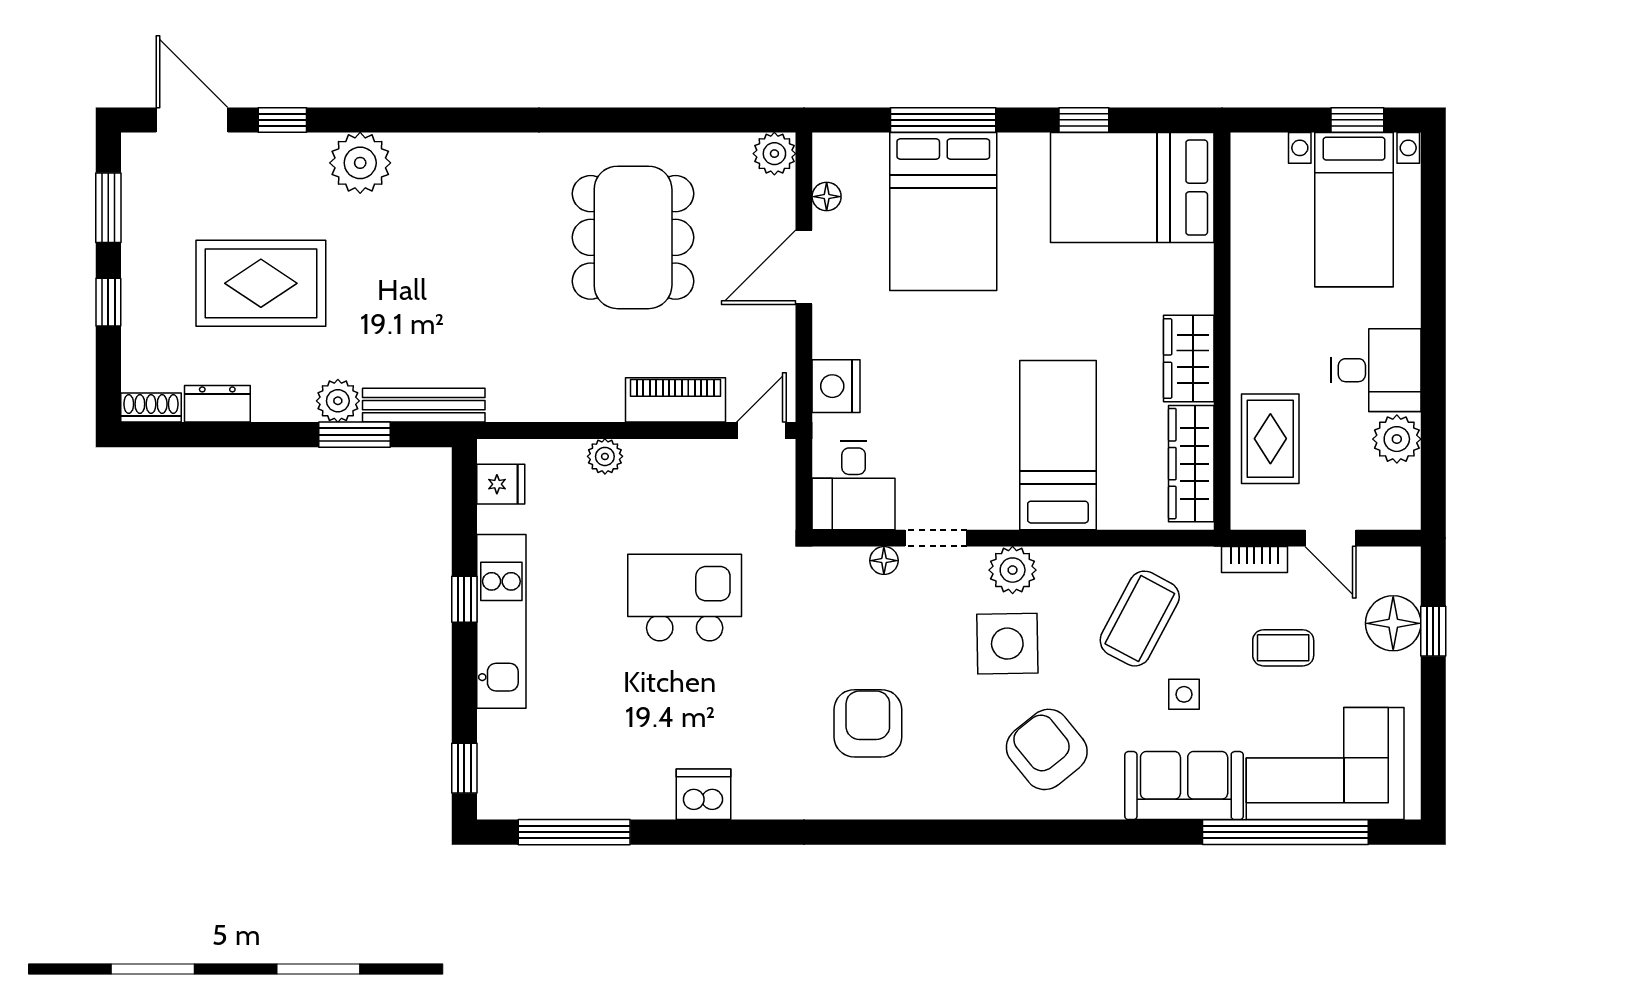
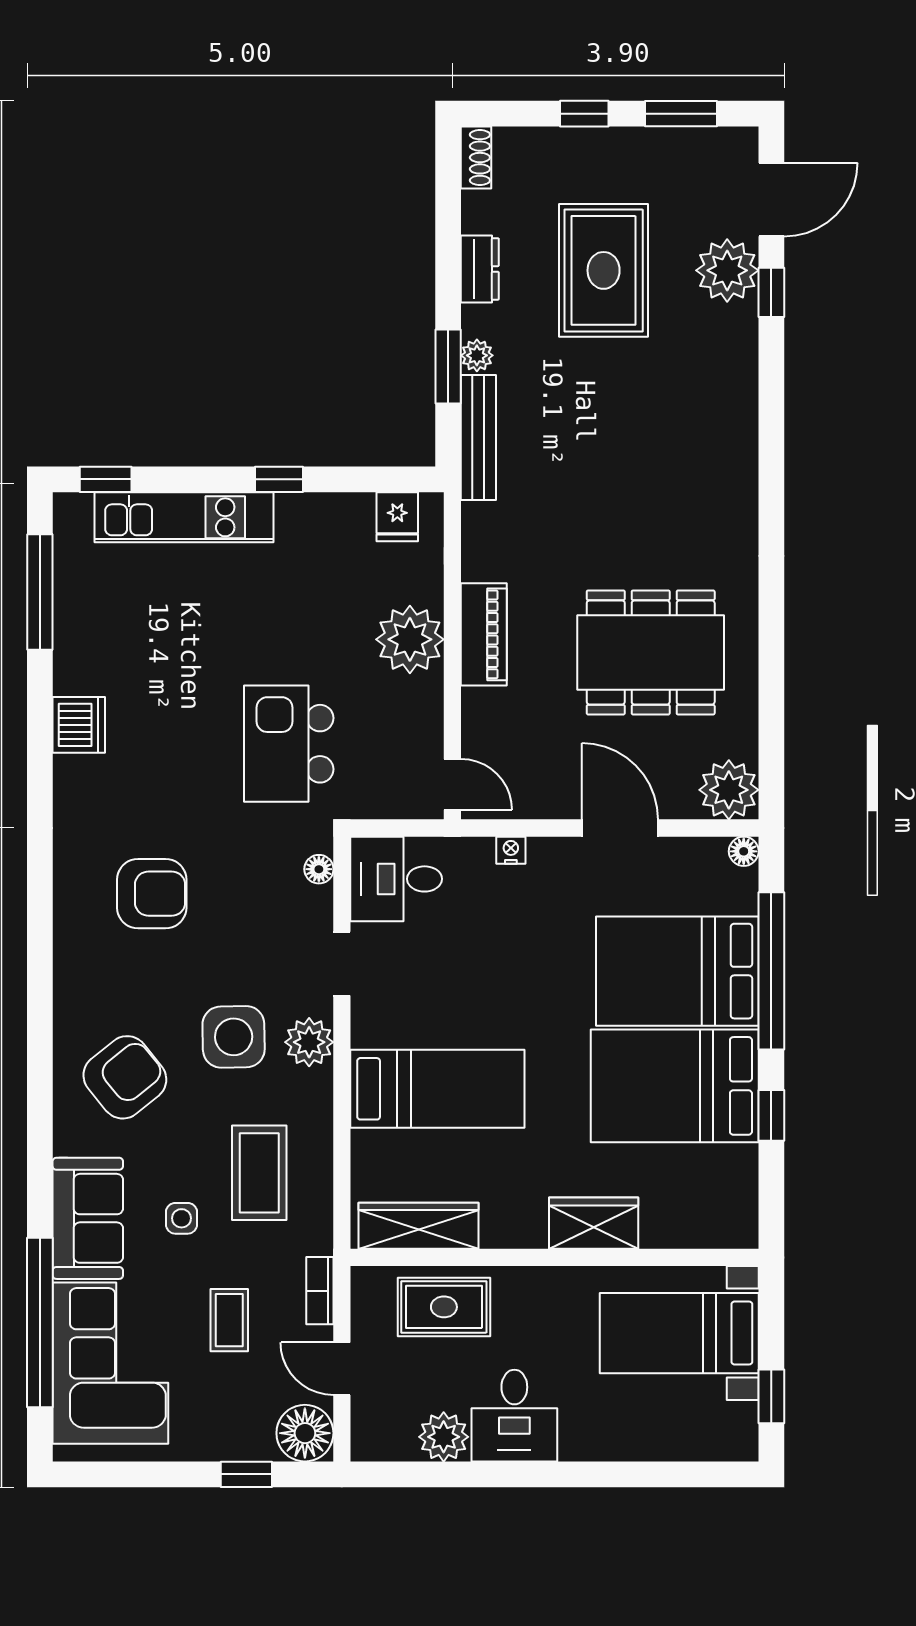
window: (943, 120) -> (771, 971), width x1.46
plant: (774, 154) -> (729, 790), width x1.36, depth x1.36
plant: (360, 163) -> (727, 270), moved
bed: (1132, 188) -> (675, 1086), moved, turned -90
floor lamp: (827, 197) -> (744, 851), moved
bed with nightstands: (1354, 210) -> (679, 1333), moved
wardrobe: (1189, 359) -> (594, 1223), moved
nightstand: (836, 386) -> (511, 850), width x0.53, depth x0.56
piano: (675, 400) -> (484, 634), moved
plant: (338, 401) -> (477, 355), width x0.73, depth x0.73
dresser: (217, 404) -> (480, 269), moved
plant: (605, 456) -> (410, 639), width x1.88, depth x1.88
door: (1330, 538) -> (342, 1369), hinge flipped
floor lamp: (884, 561) -> (319, 869), moved
kitchen island: (685, 598) -> (289, 744), moved, turned 180
coffee table: (1140, 619) -> (259, 1173), turned 62
kitchen unit: (501, 621) -> (184, 517), moved
floor lamp: (1393, 623) -> (305, 1433), moved

